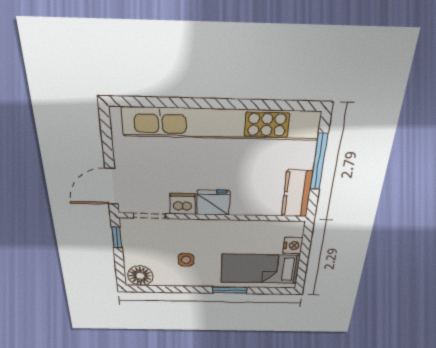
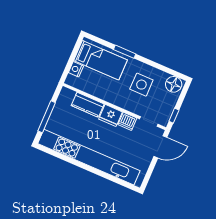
kitchen counter: (297, 194) -> (88, 105), moved, turned 90
side table: (186, 260) -> (141, 85), width x1.87, depth x1.87

